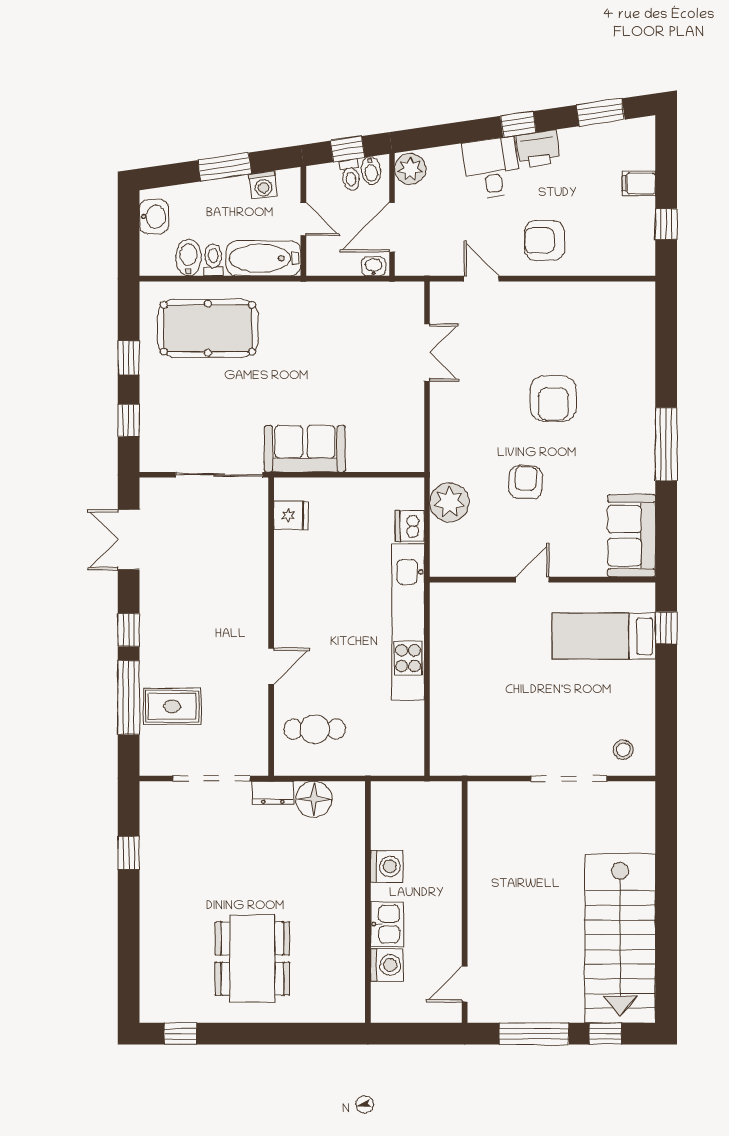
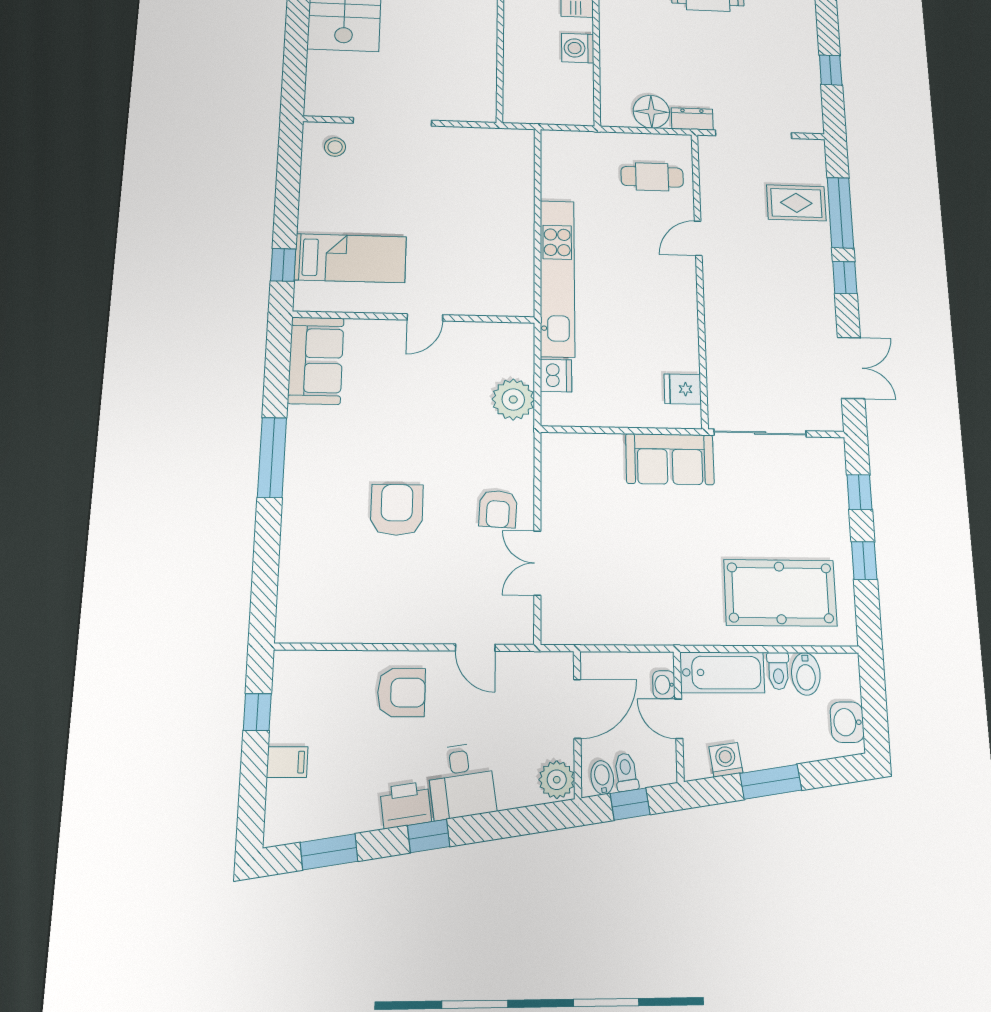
washbasin: (373, 266) -> (664, 685), moved, turned 90
armchair: (526, 482) -> (498, 509), moved

